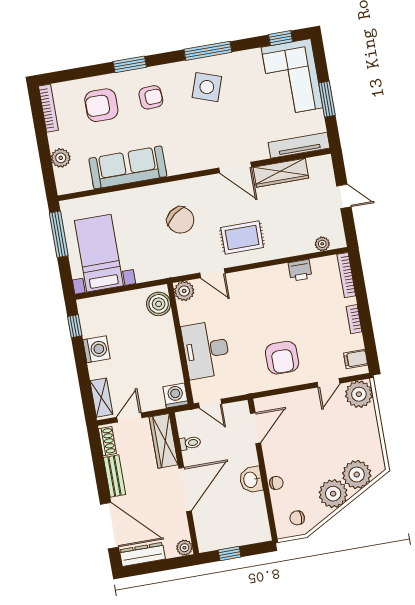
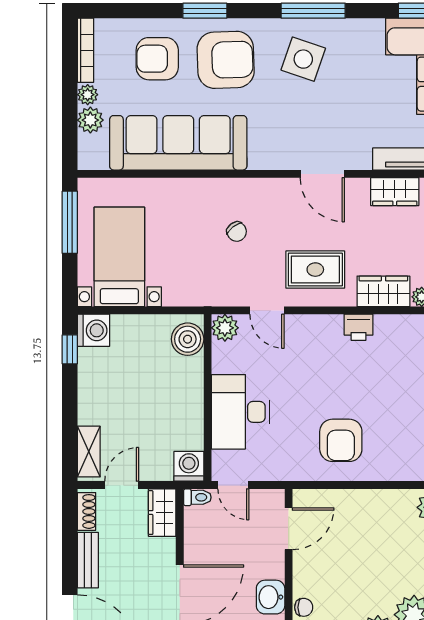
armchair: (151, 97) -> (226, 60), width x1.88, depth x1.88
plant: (56, 140) -> (88, 95), added
sofa: (128, 167) -> (178, 143), width x1.36, depth x1.27
wardrobe: (281, 173) -> (395, 192), width x0.67
chair: (181, 220) -> (237, 232), width x0.54, depth x0.54
wardrobe: (294, 245) -> (383, 291), added
printer: (300, 270) -> (359, 327), moved
washing machine: (96, 349) -> (93, 330), moved
door: (328, 383) -> (397, 485), removed
wardrobe: (164, 441) -> (162, 513), width x0.67
toilet: (190, 443) -> (197, 497), moved

